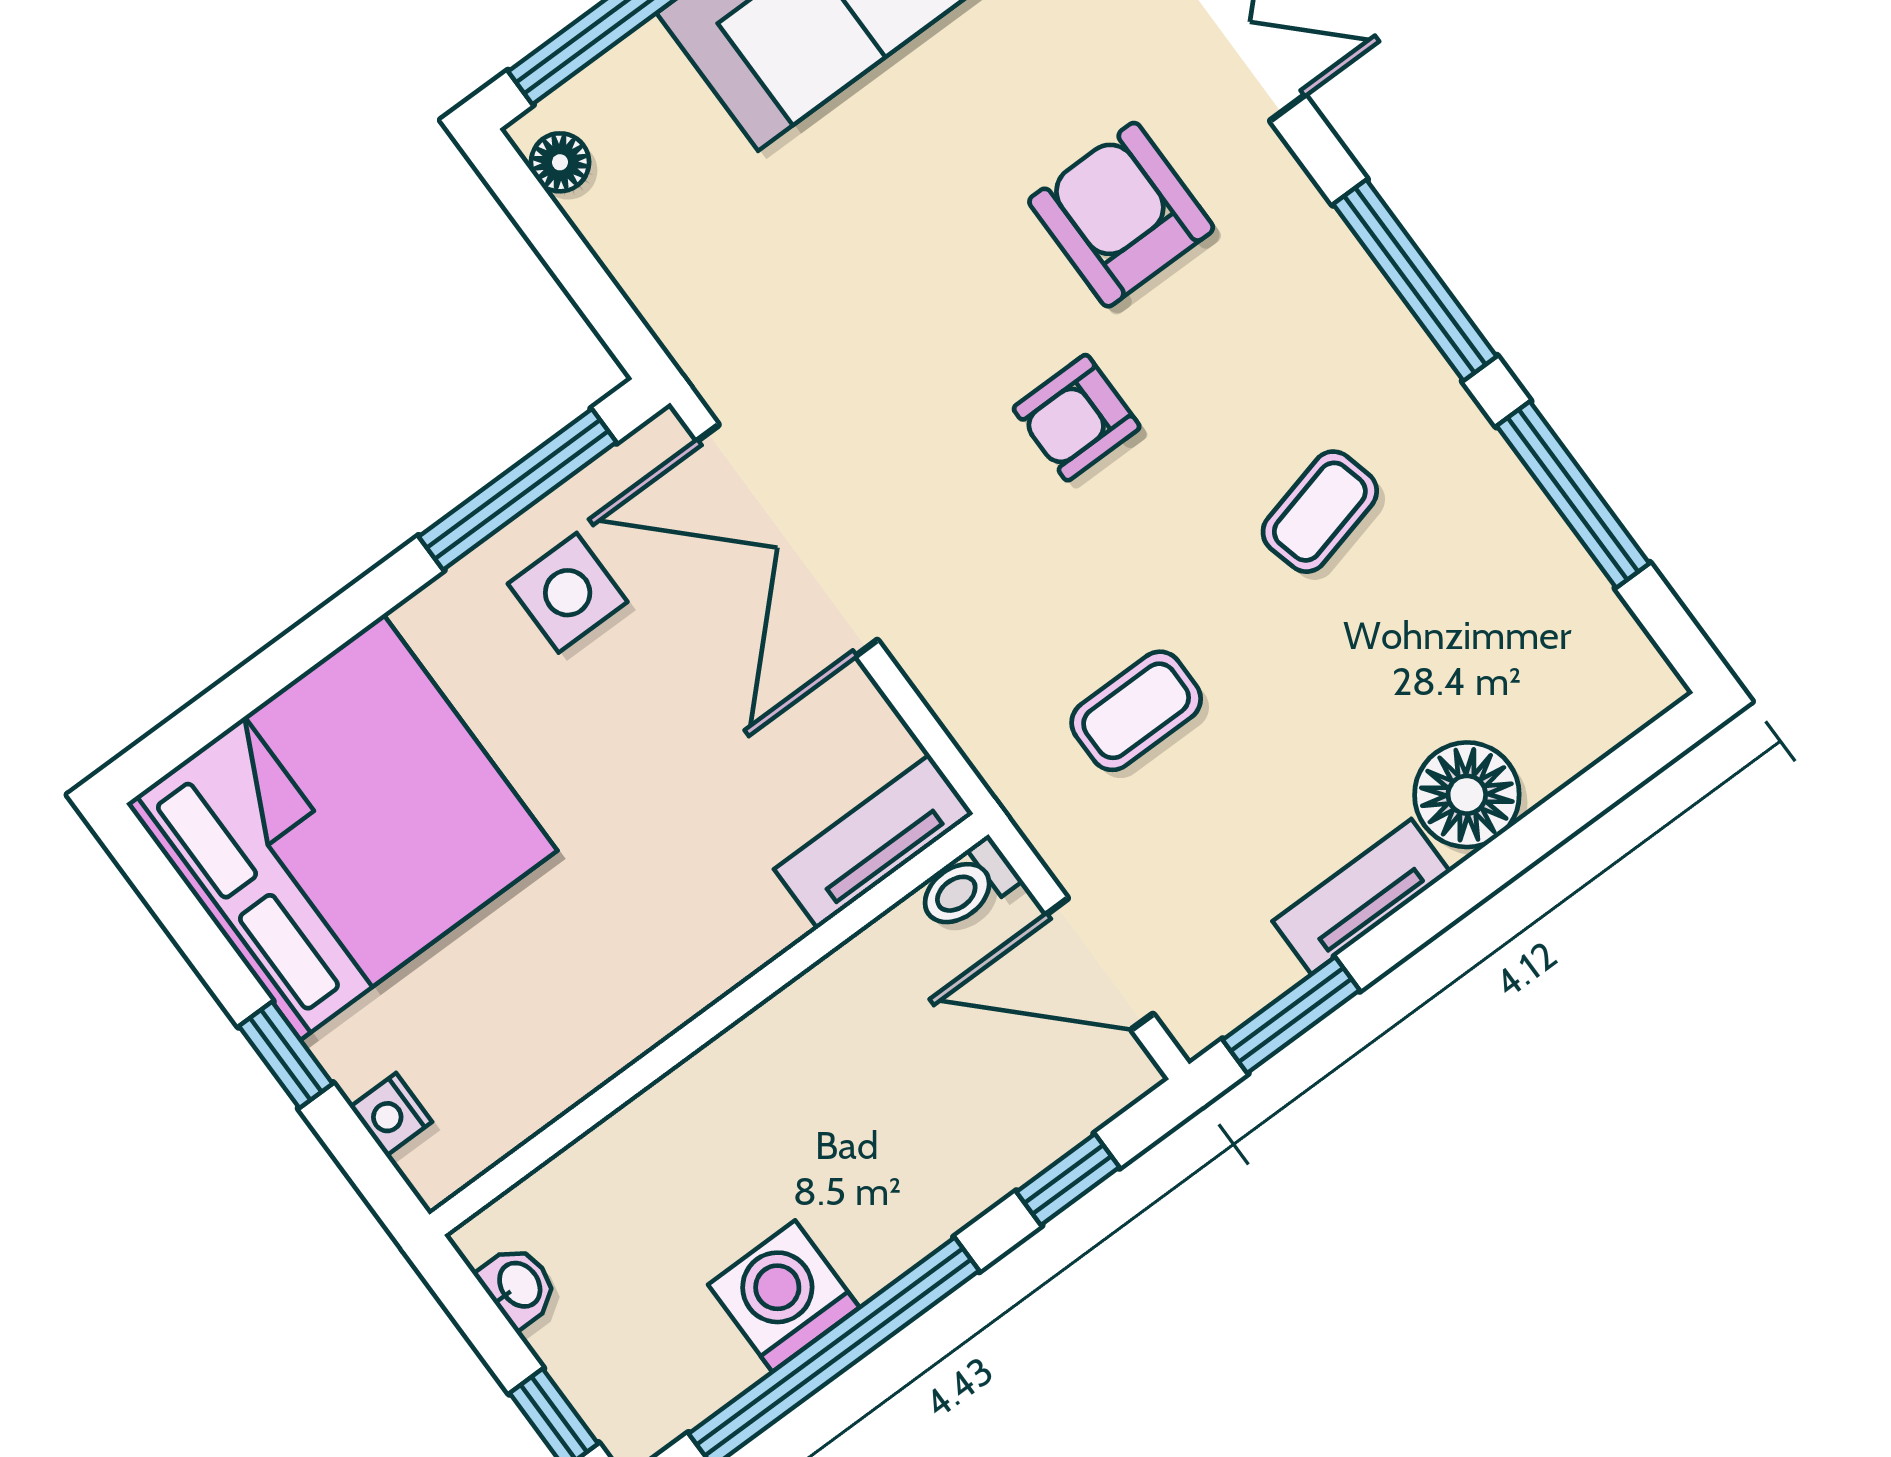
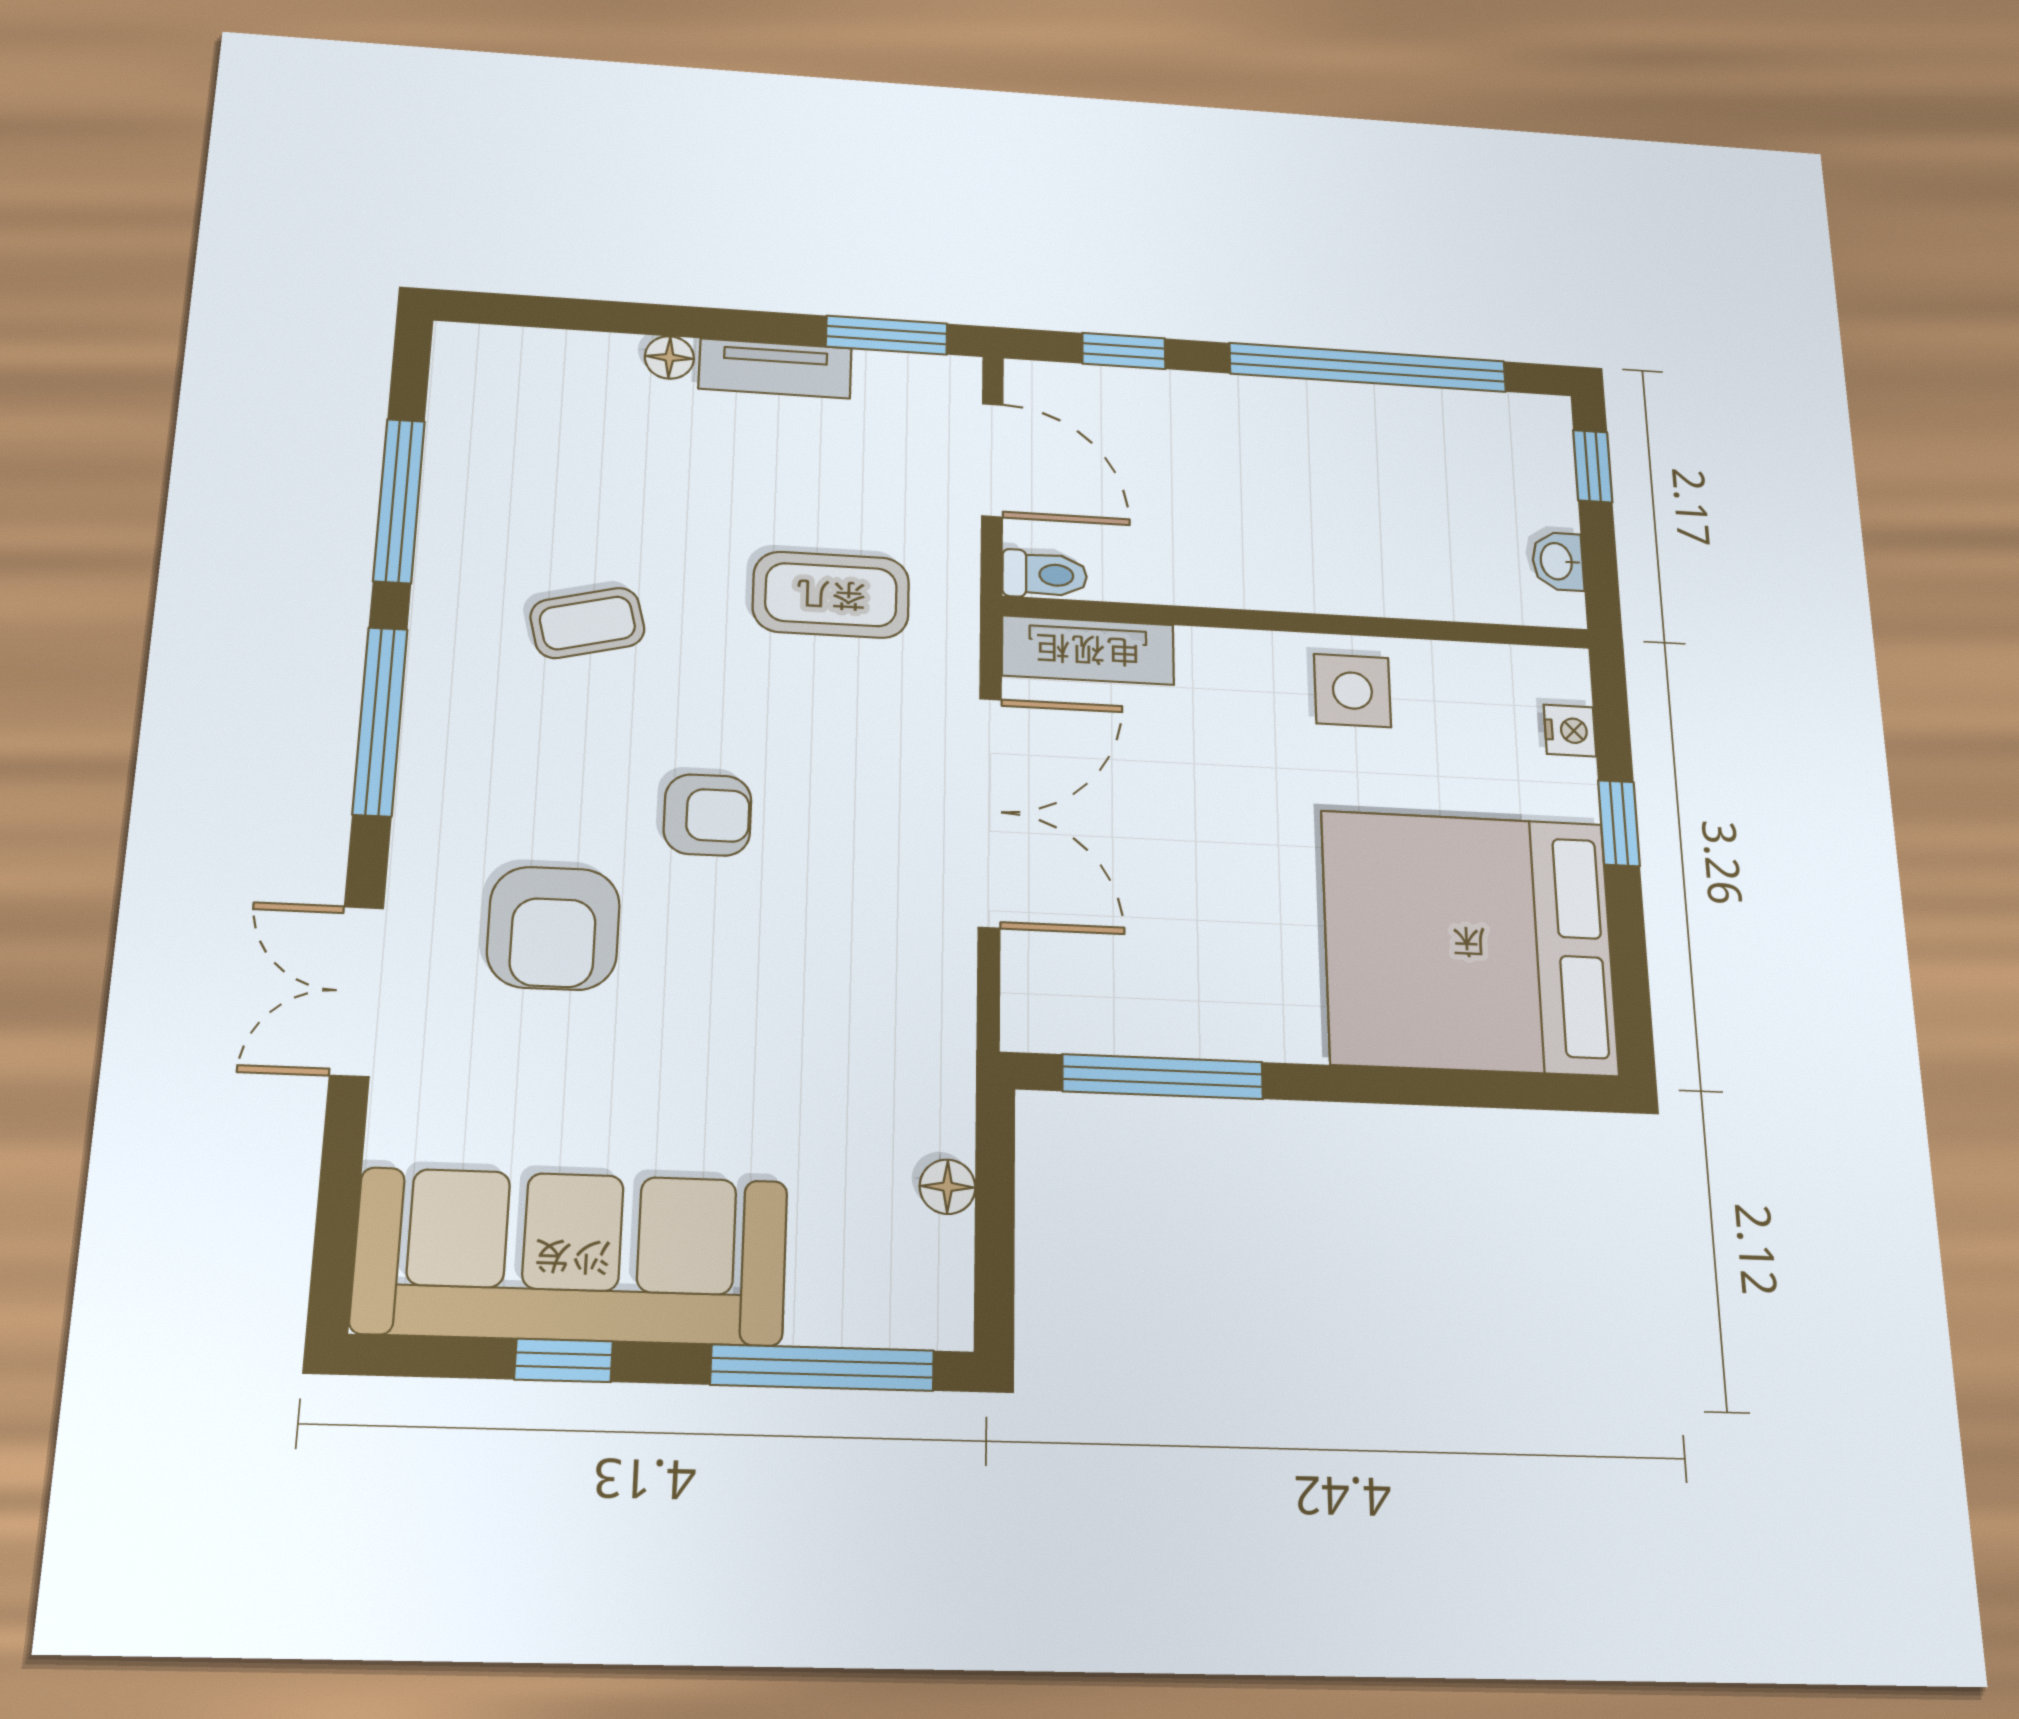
floor lamp: (560, 162) -> (947, 1187), moved
double door: (787, 540) -> (990, 812), moved
side table: (568, 593) -> (1352, 691), moved
coffee table: (1136, 711) -> (831, 595), width x1.36, depth x1.30
floor lamp: (1467, 795) -> (669, 357), width x0.53, depth x0.53
washing machine: (784, 1296) -> (1376, 424), removed

